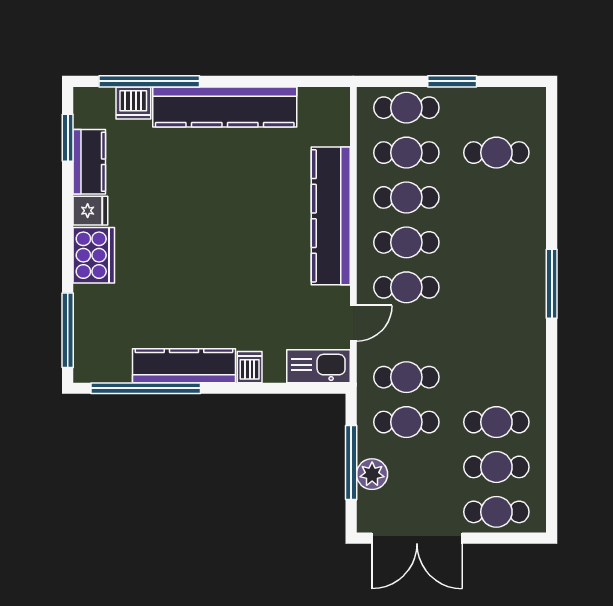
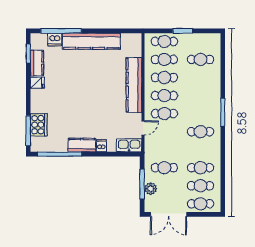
cooker: (94, 255) -> (39, 125), moved
kitchen counter: (184, 366) -> (82, 145), width x0.67
cafe table: (406, 377) -> (201, 132), moved

